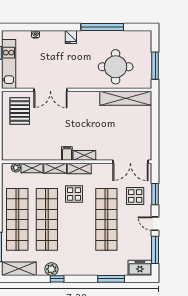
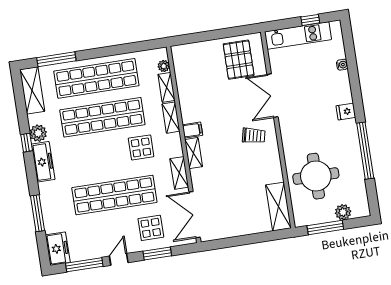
plant: (146, 51) -> (343, 212), added
shelving: (126, 98) -> (278, 207), width x0.68
trolley: (78, 108) -> (254, 136), added
pallet: (20, 111) -> (239, 60), turned 90
shelving: (79, 168) -> (179, 173), moved
freezer: (73, 269) -> (43, 162), added

